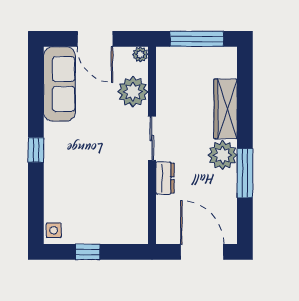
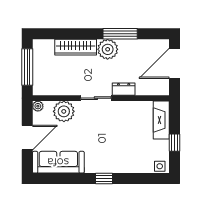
fireplace: (120, 233) -> (161, 120), added

